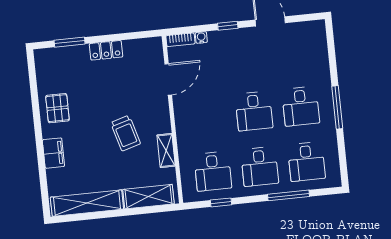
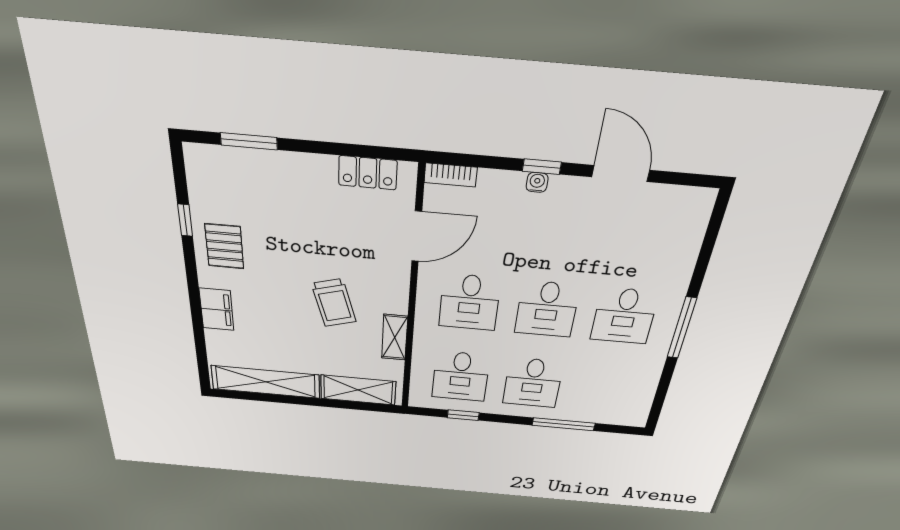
water cooler: (201, 37) -> (537, 182), moved
locker: (106, 50) -> (368, 173), moved
window: (34, 96) -> (185, 220), added
desk: (306, 162) -> (470, 302), moved

